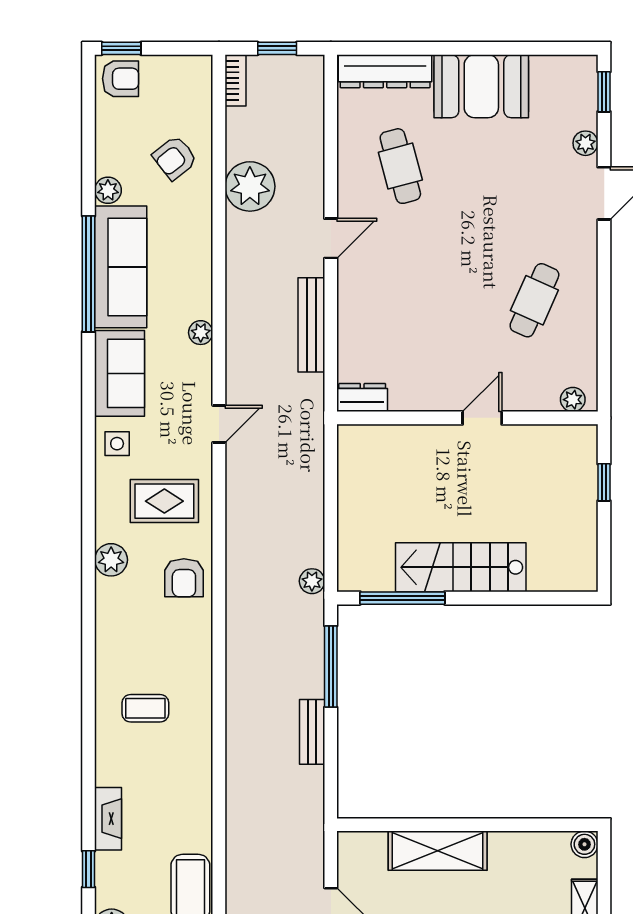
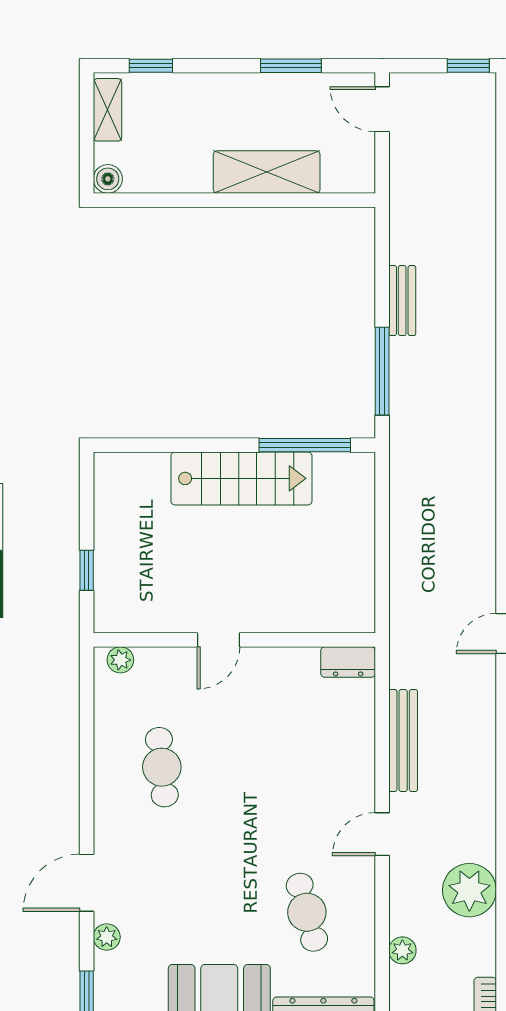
cafe table: (534, 300) -> (162, 767), turned -30
plant: (312, 581) -> (402, 950), moved

